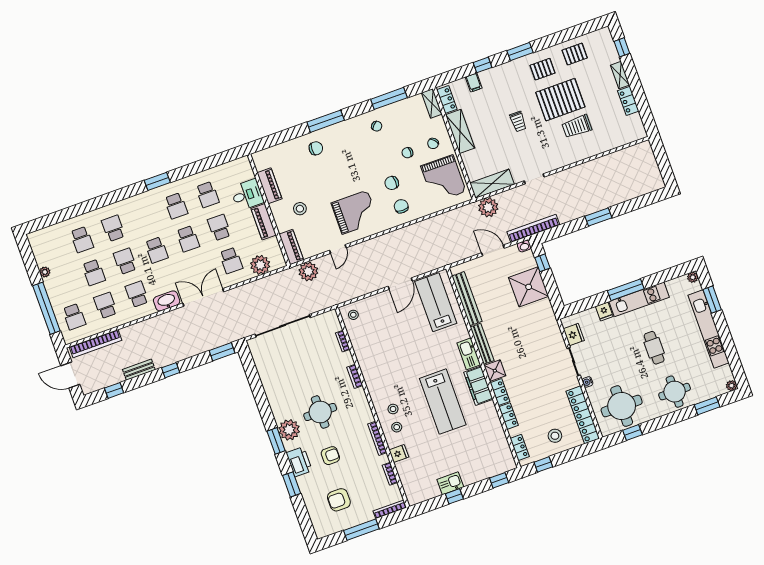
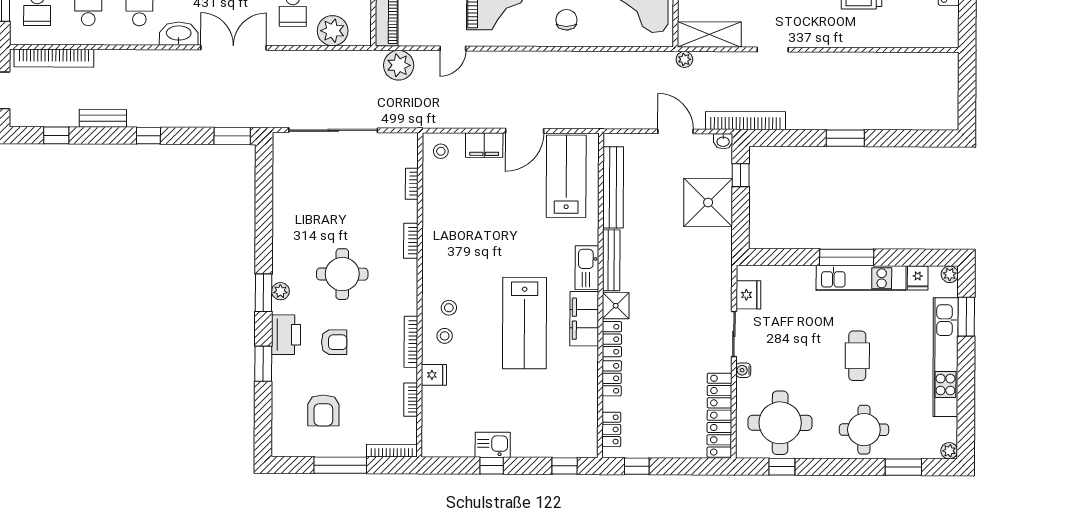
plant: (488, 207) -> (684, 59), width x0.53, depth x0.53
filing cabinet: (379, 301) -> (484, 145), added
fridge: (604, 312) -> (918, 278), moved
plant: (289, 430) -> (280, 291), width x0.53, depth x0.53
stool: (555, 436) -> (668, 431), removed
armchair: (339, 500) -> (323, 410), turned -90

